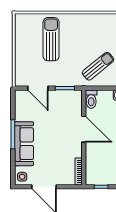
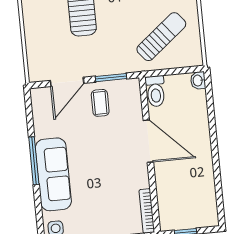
door: (38, 88) -> (67, 82), hinge flipped
coffee table: (57, 103) -> (100, 103), added

